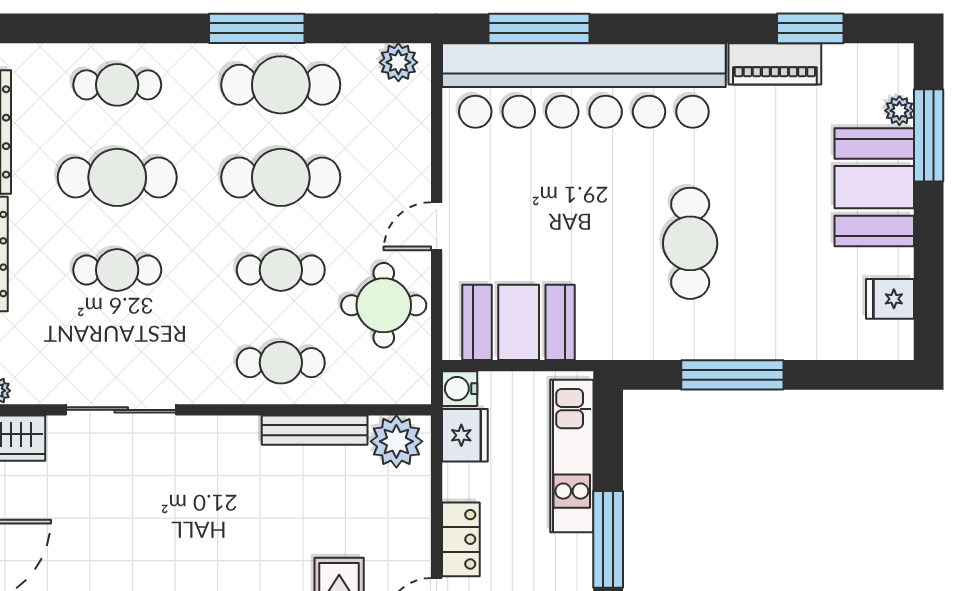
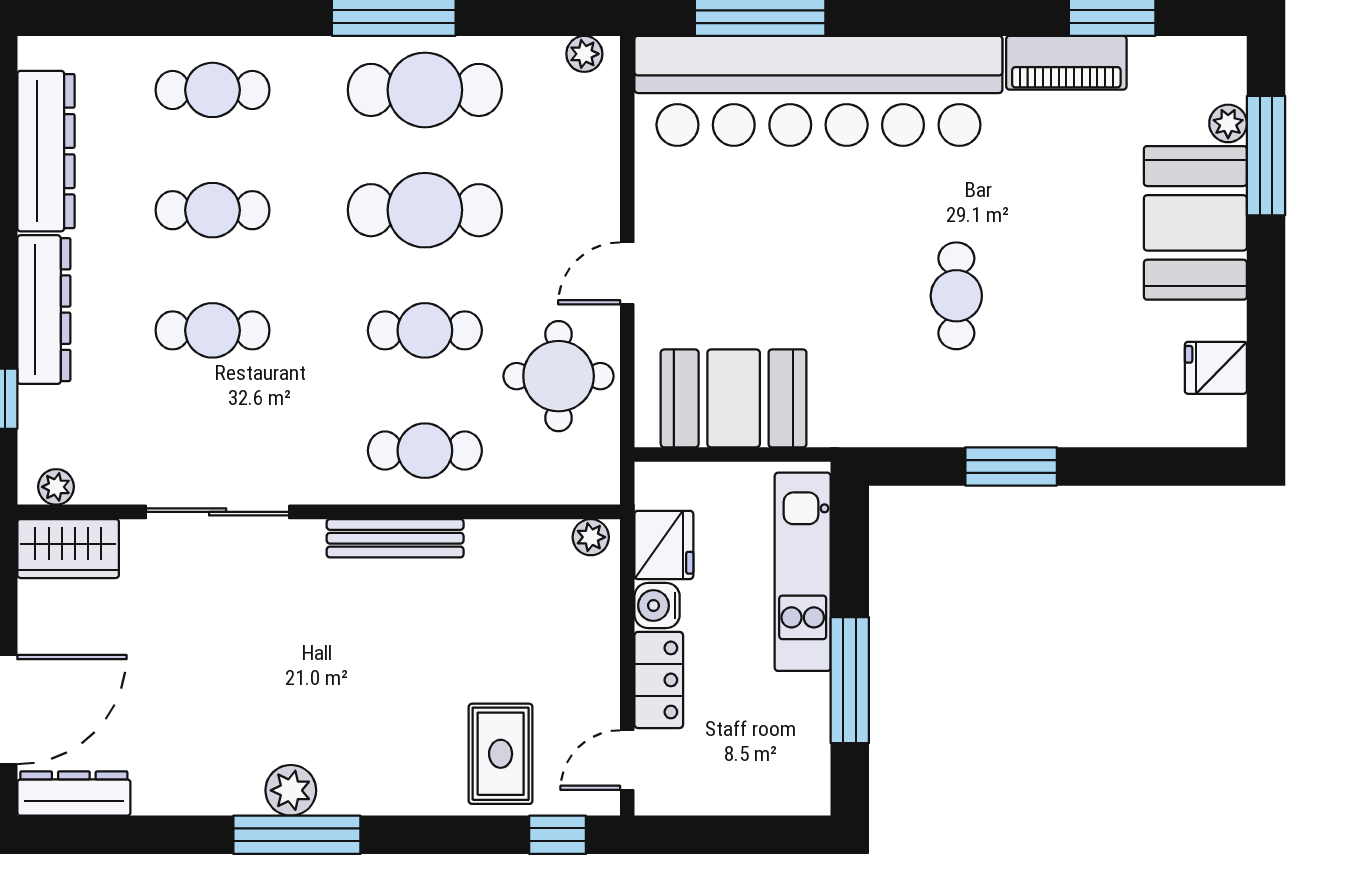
plant: (398, 62) -> (584, 54), width x0.73, depth x0.73
cafe table: (117, 177) -> (213, 210), width x0.73, depth x0.74
cafe table: (690, 243) -> (956, 296), width x0.73, depth x0.74
window: (732, 375) -> (1011, 466), width x0.69
water cooler: (460, 389) -> (657, 606), moved
bench: (315, 430) -> (395, 538), moved
plant: (396, 441) -> (591, 537), width x0.53, depth x0.53

